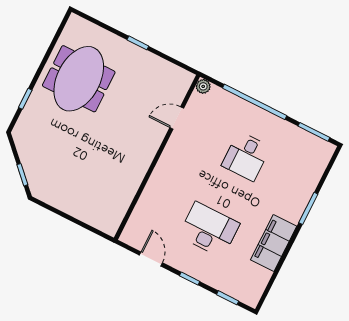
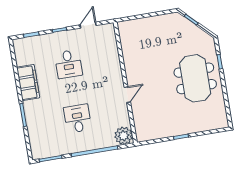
meeting table: (79, 79) -> (195, 78), moved
plant: (203, 86) -> (124, 136), width x1.87, depth x1.87
door: (177, 118) -> (127, 95), moved
desk: (209, 230) -> (68, 64), width x0.73
door: (151, 259) -> (88, 25), swing flipped

